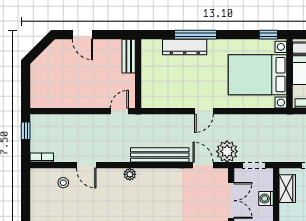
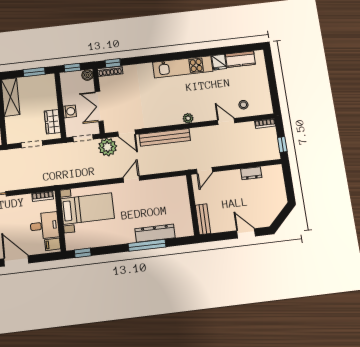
bed with nightstands: (258, 75) -> (88, 209), width x0.73
dresser: (66, 102) -> (251, 173), added

